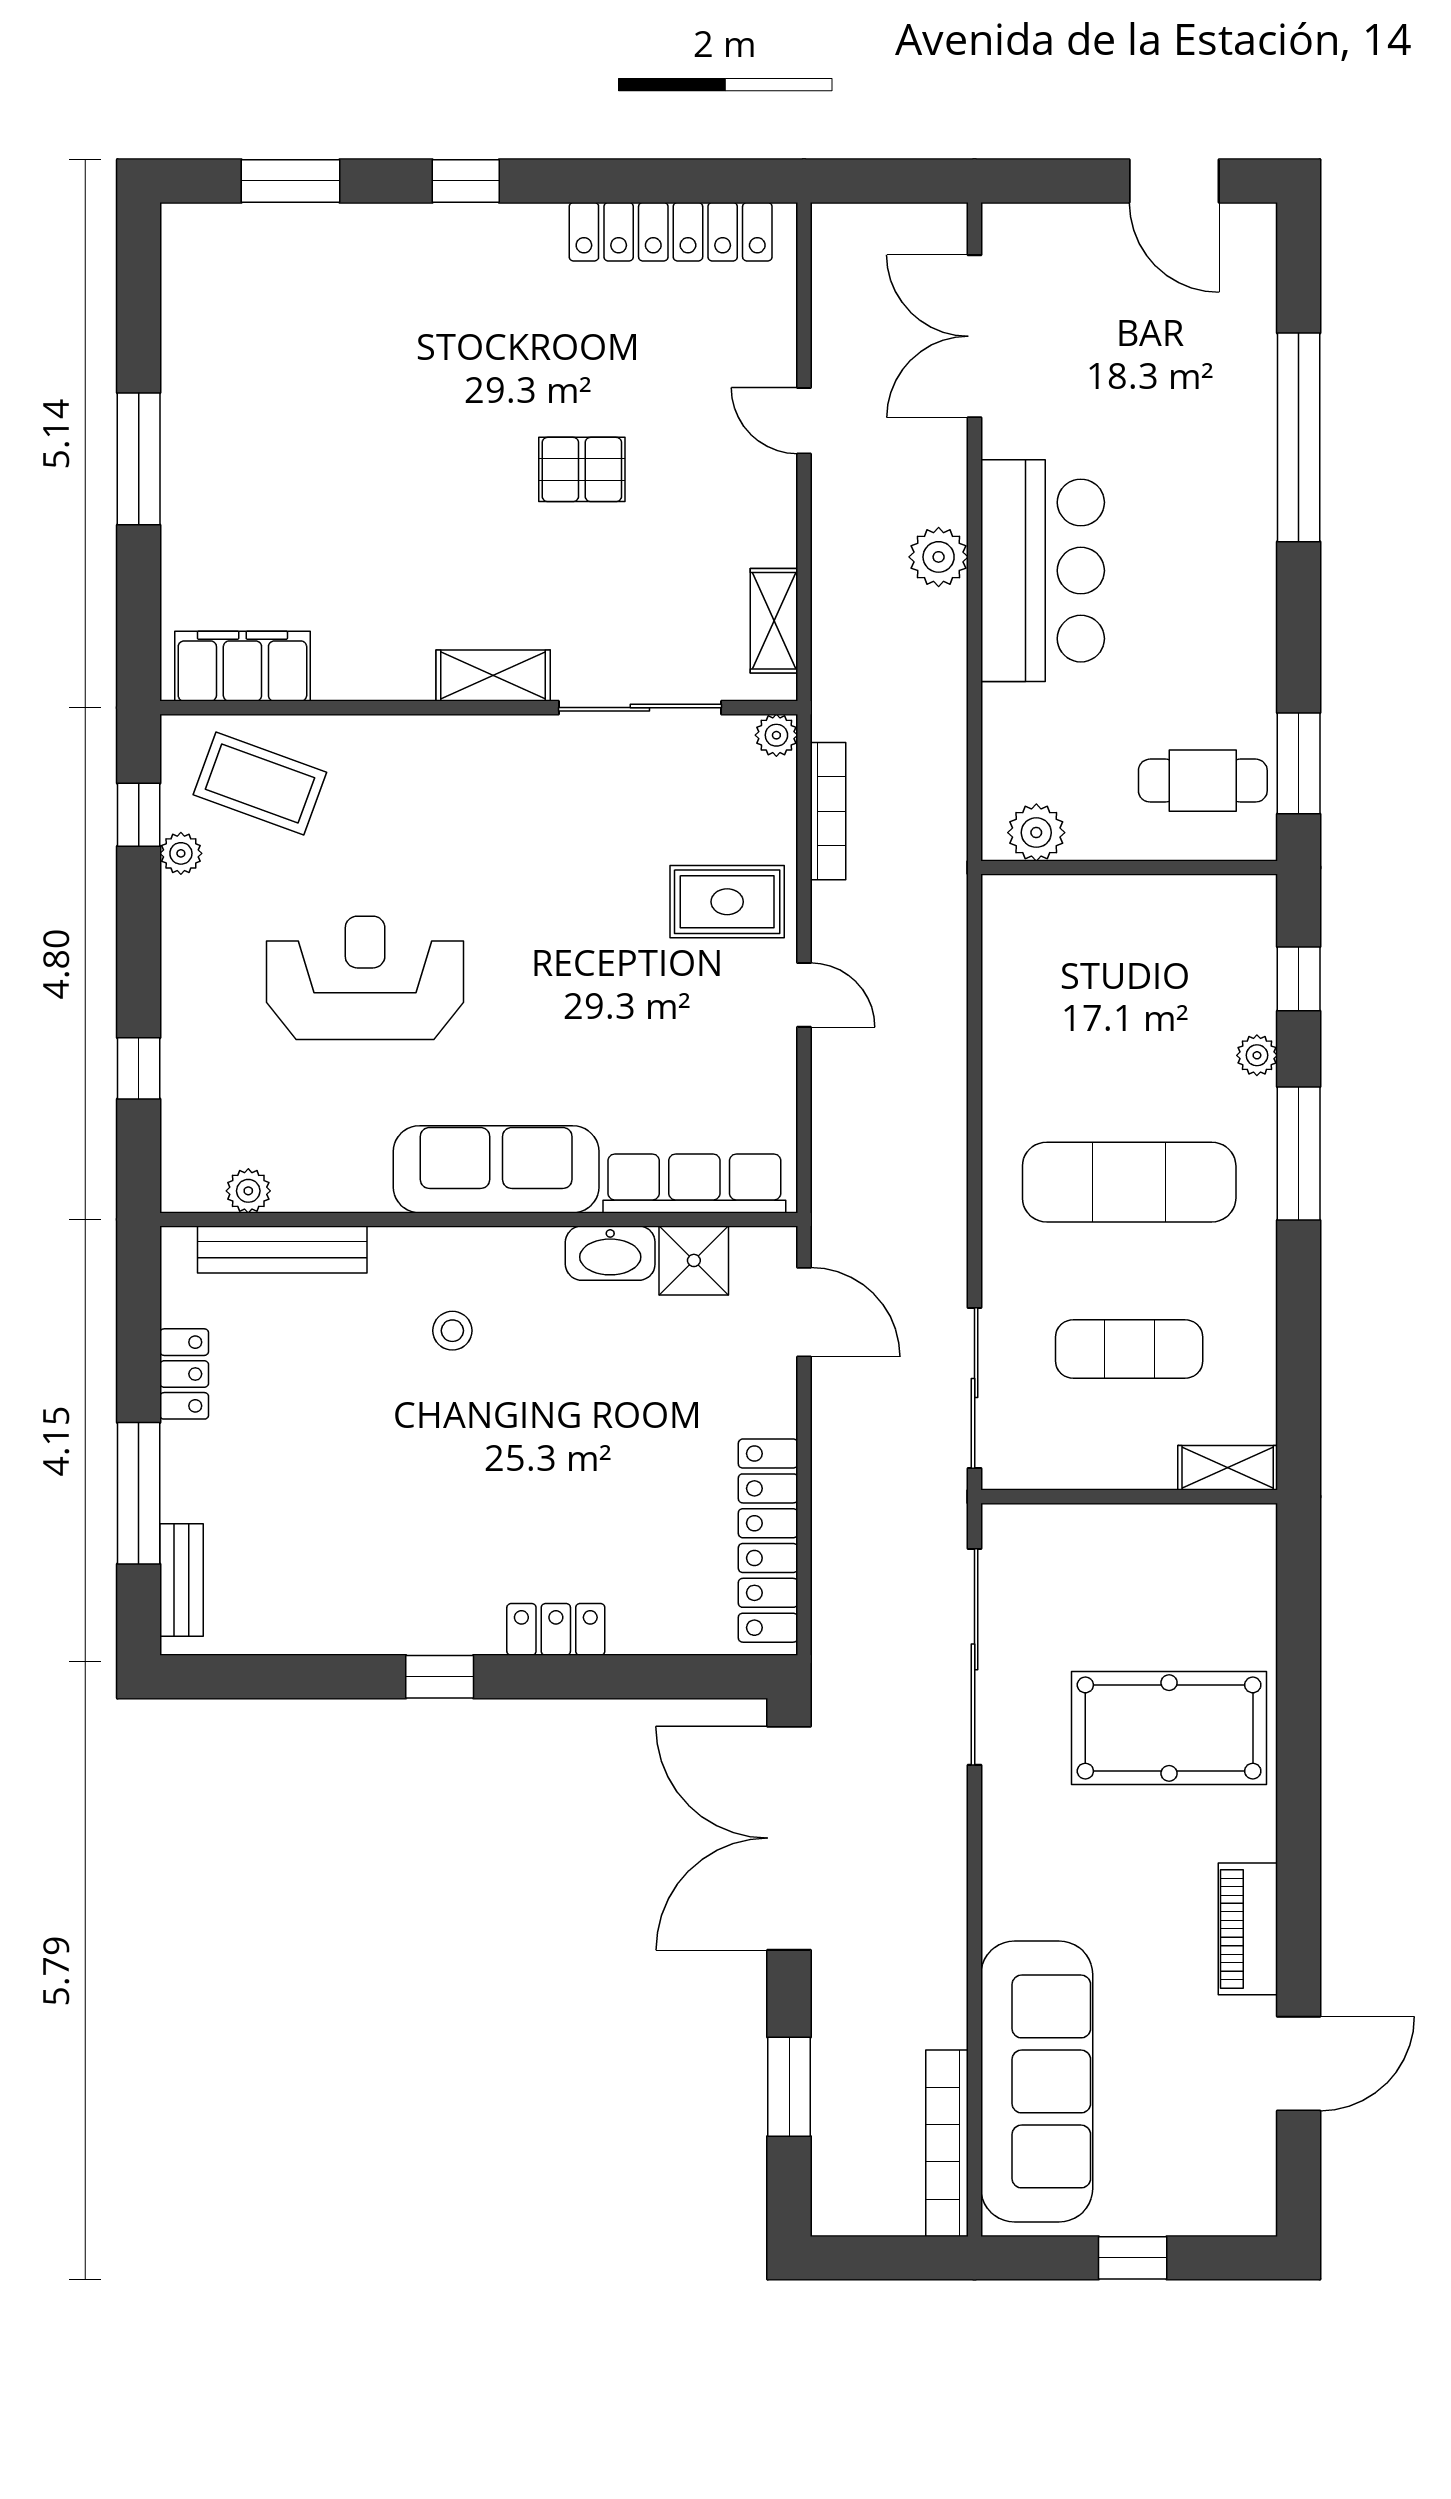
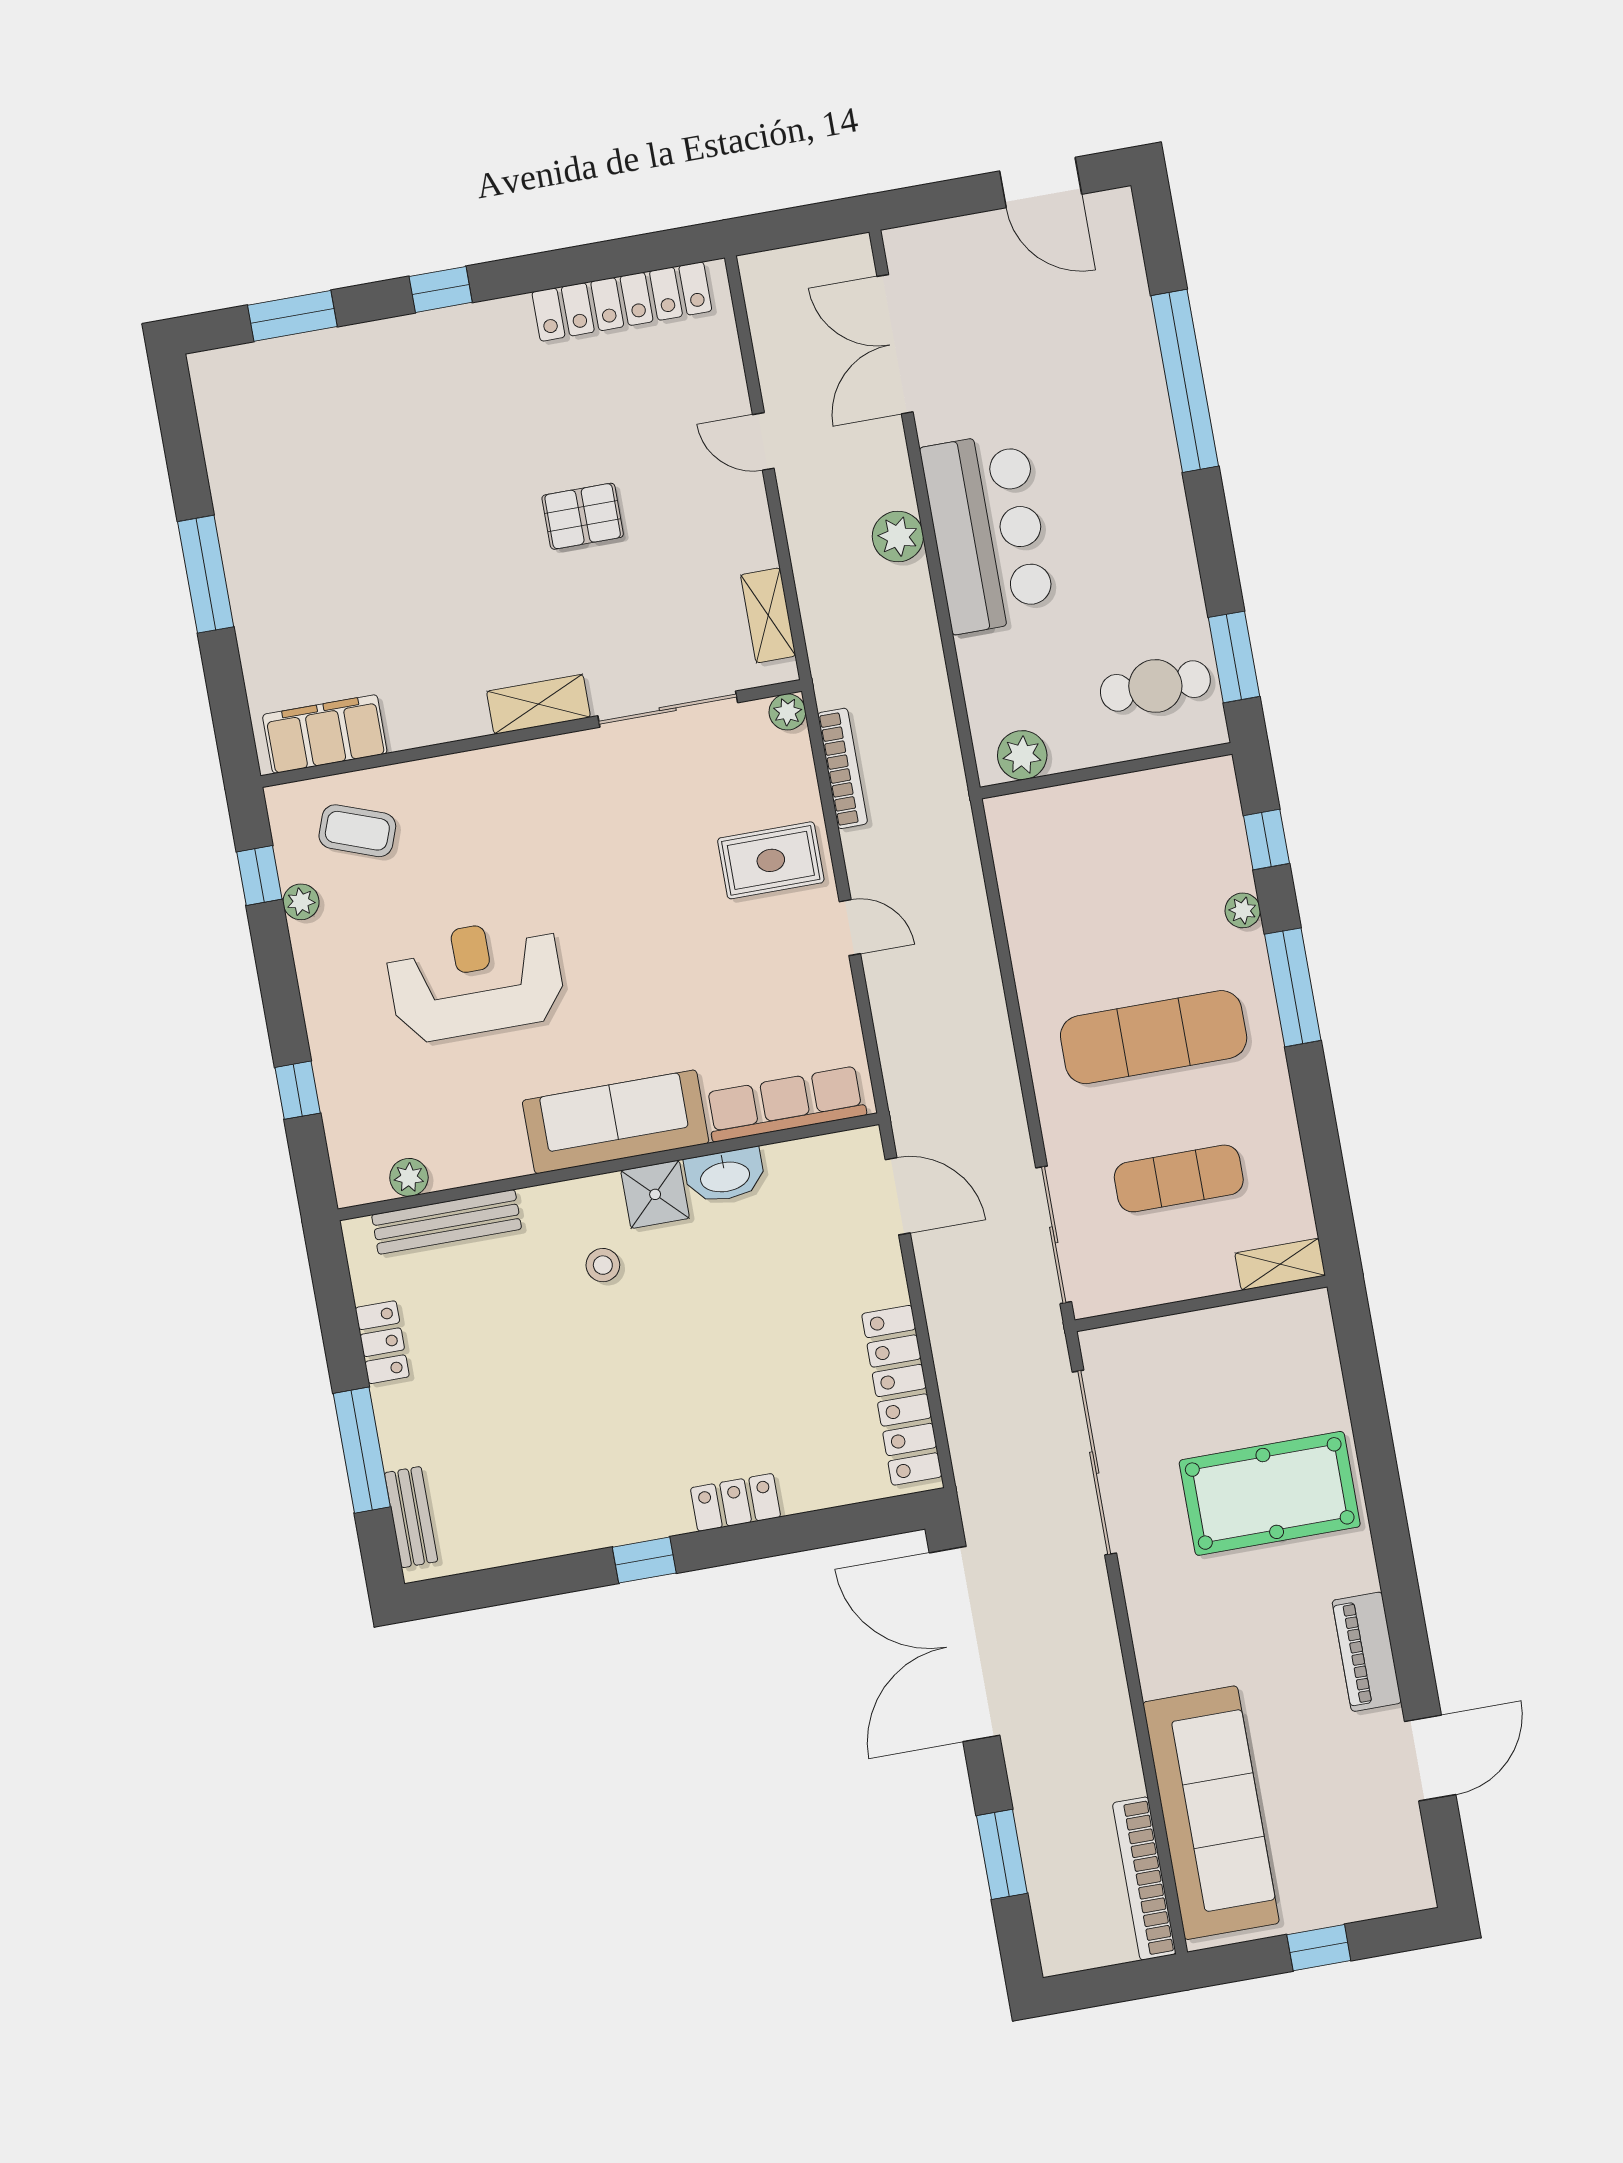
coffee table: (260, 783) -> (357, 831), width x0.73, depth x0.77
shower: (694, 1260) -> (655, 1194), moved

